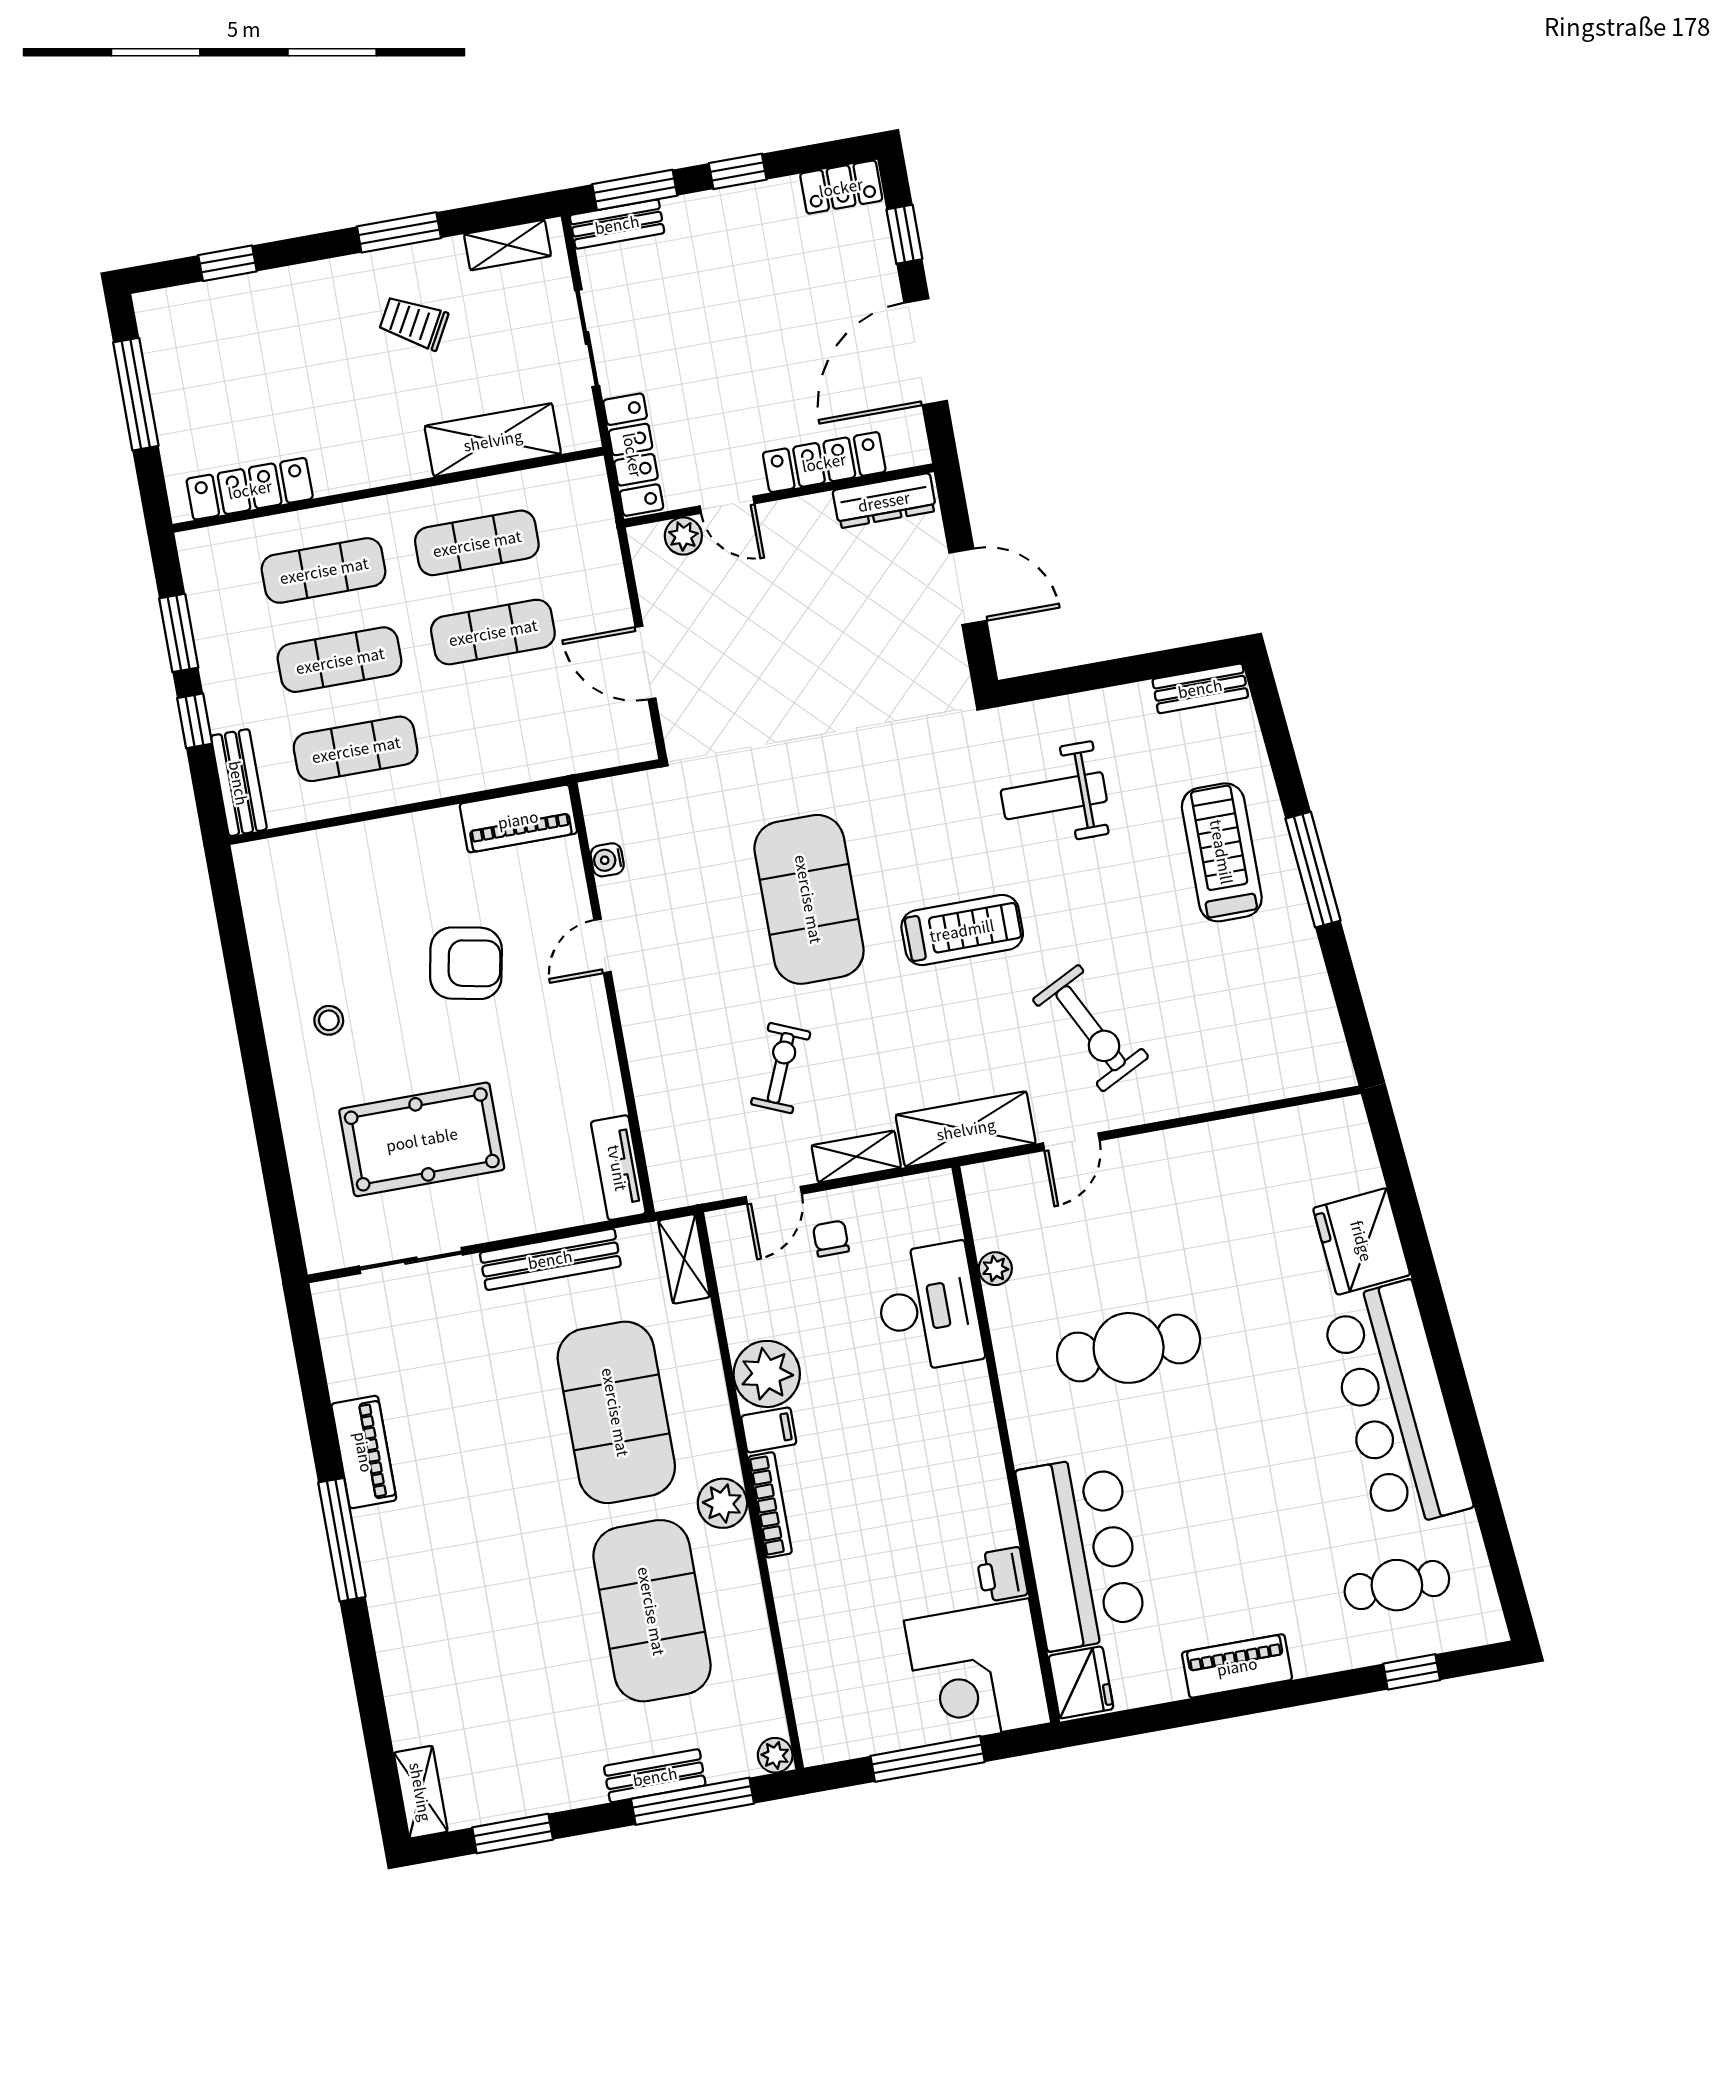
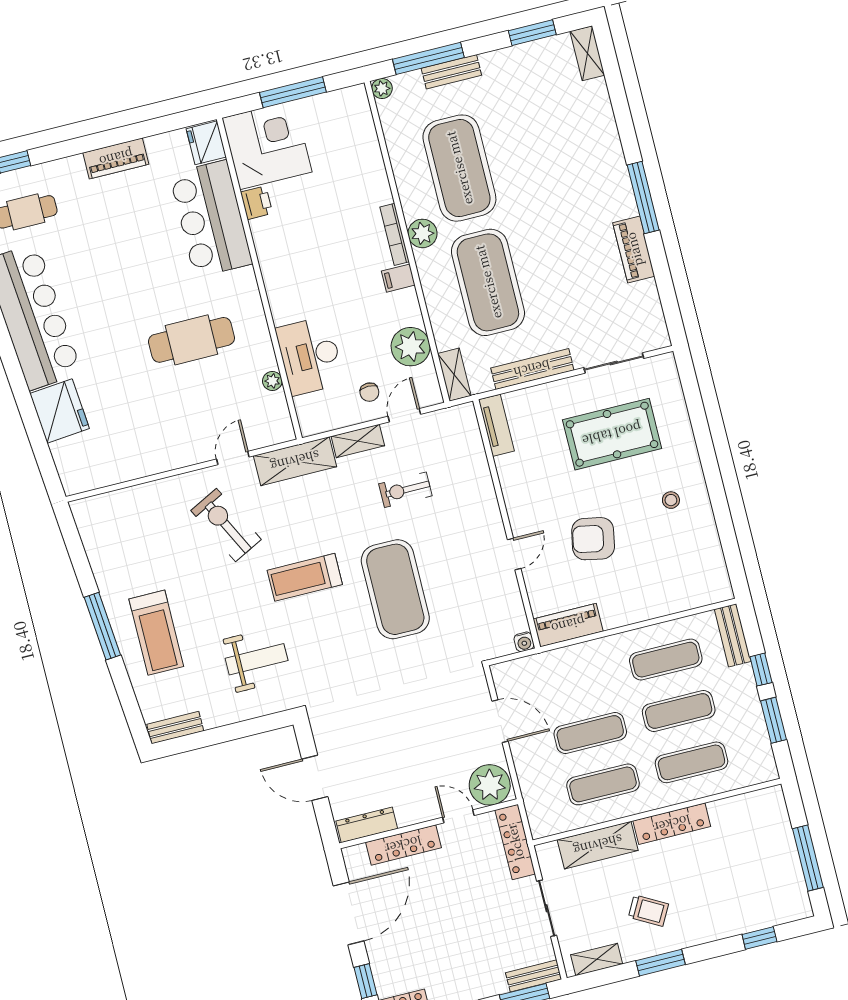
locker: (250, 489) -> (672, 824), moved
plant: (683, 536) -> (490, 785), width x1.87, depth x1.87
water cooler: (607, 860) -> (524, 642), moved, turned 90
exercise bike: (781, 1068) -> (405, 490), turned 67
plant: (767, 1374) -> (411, 347), moved

